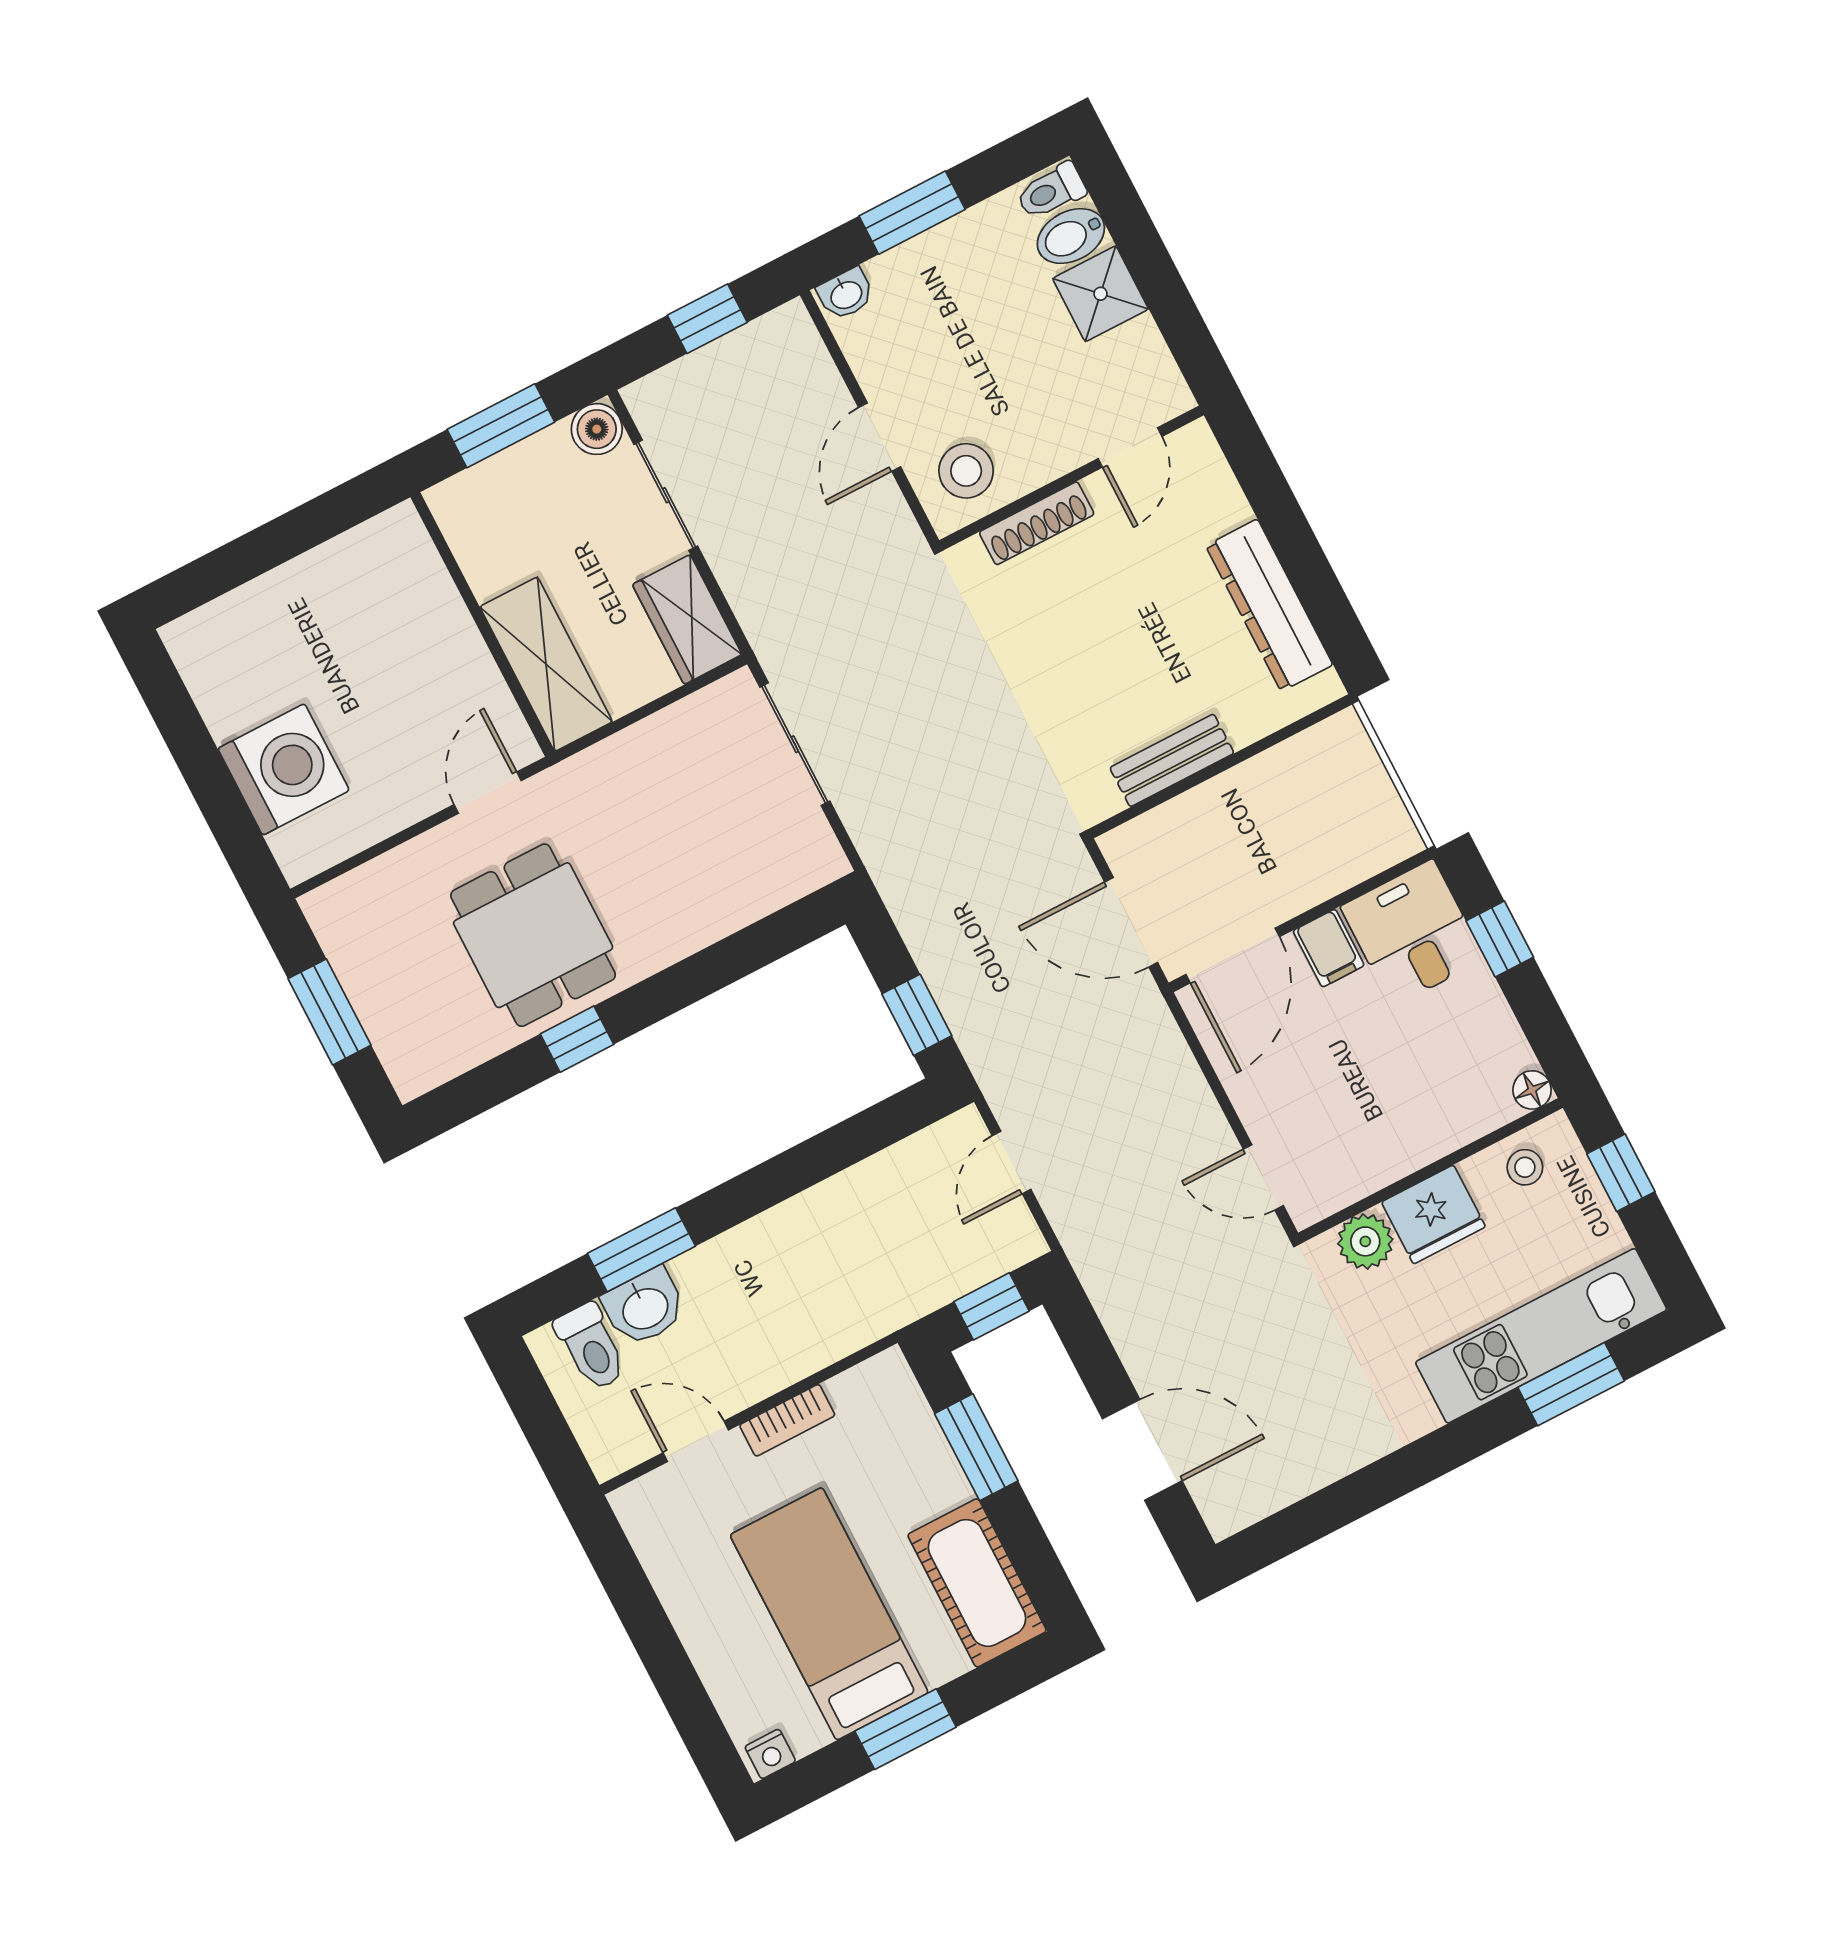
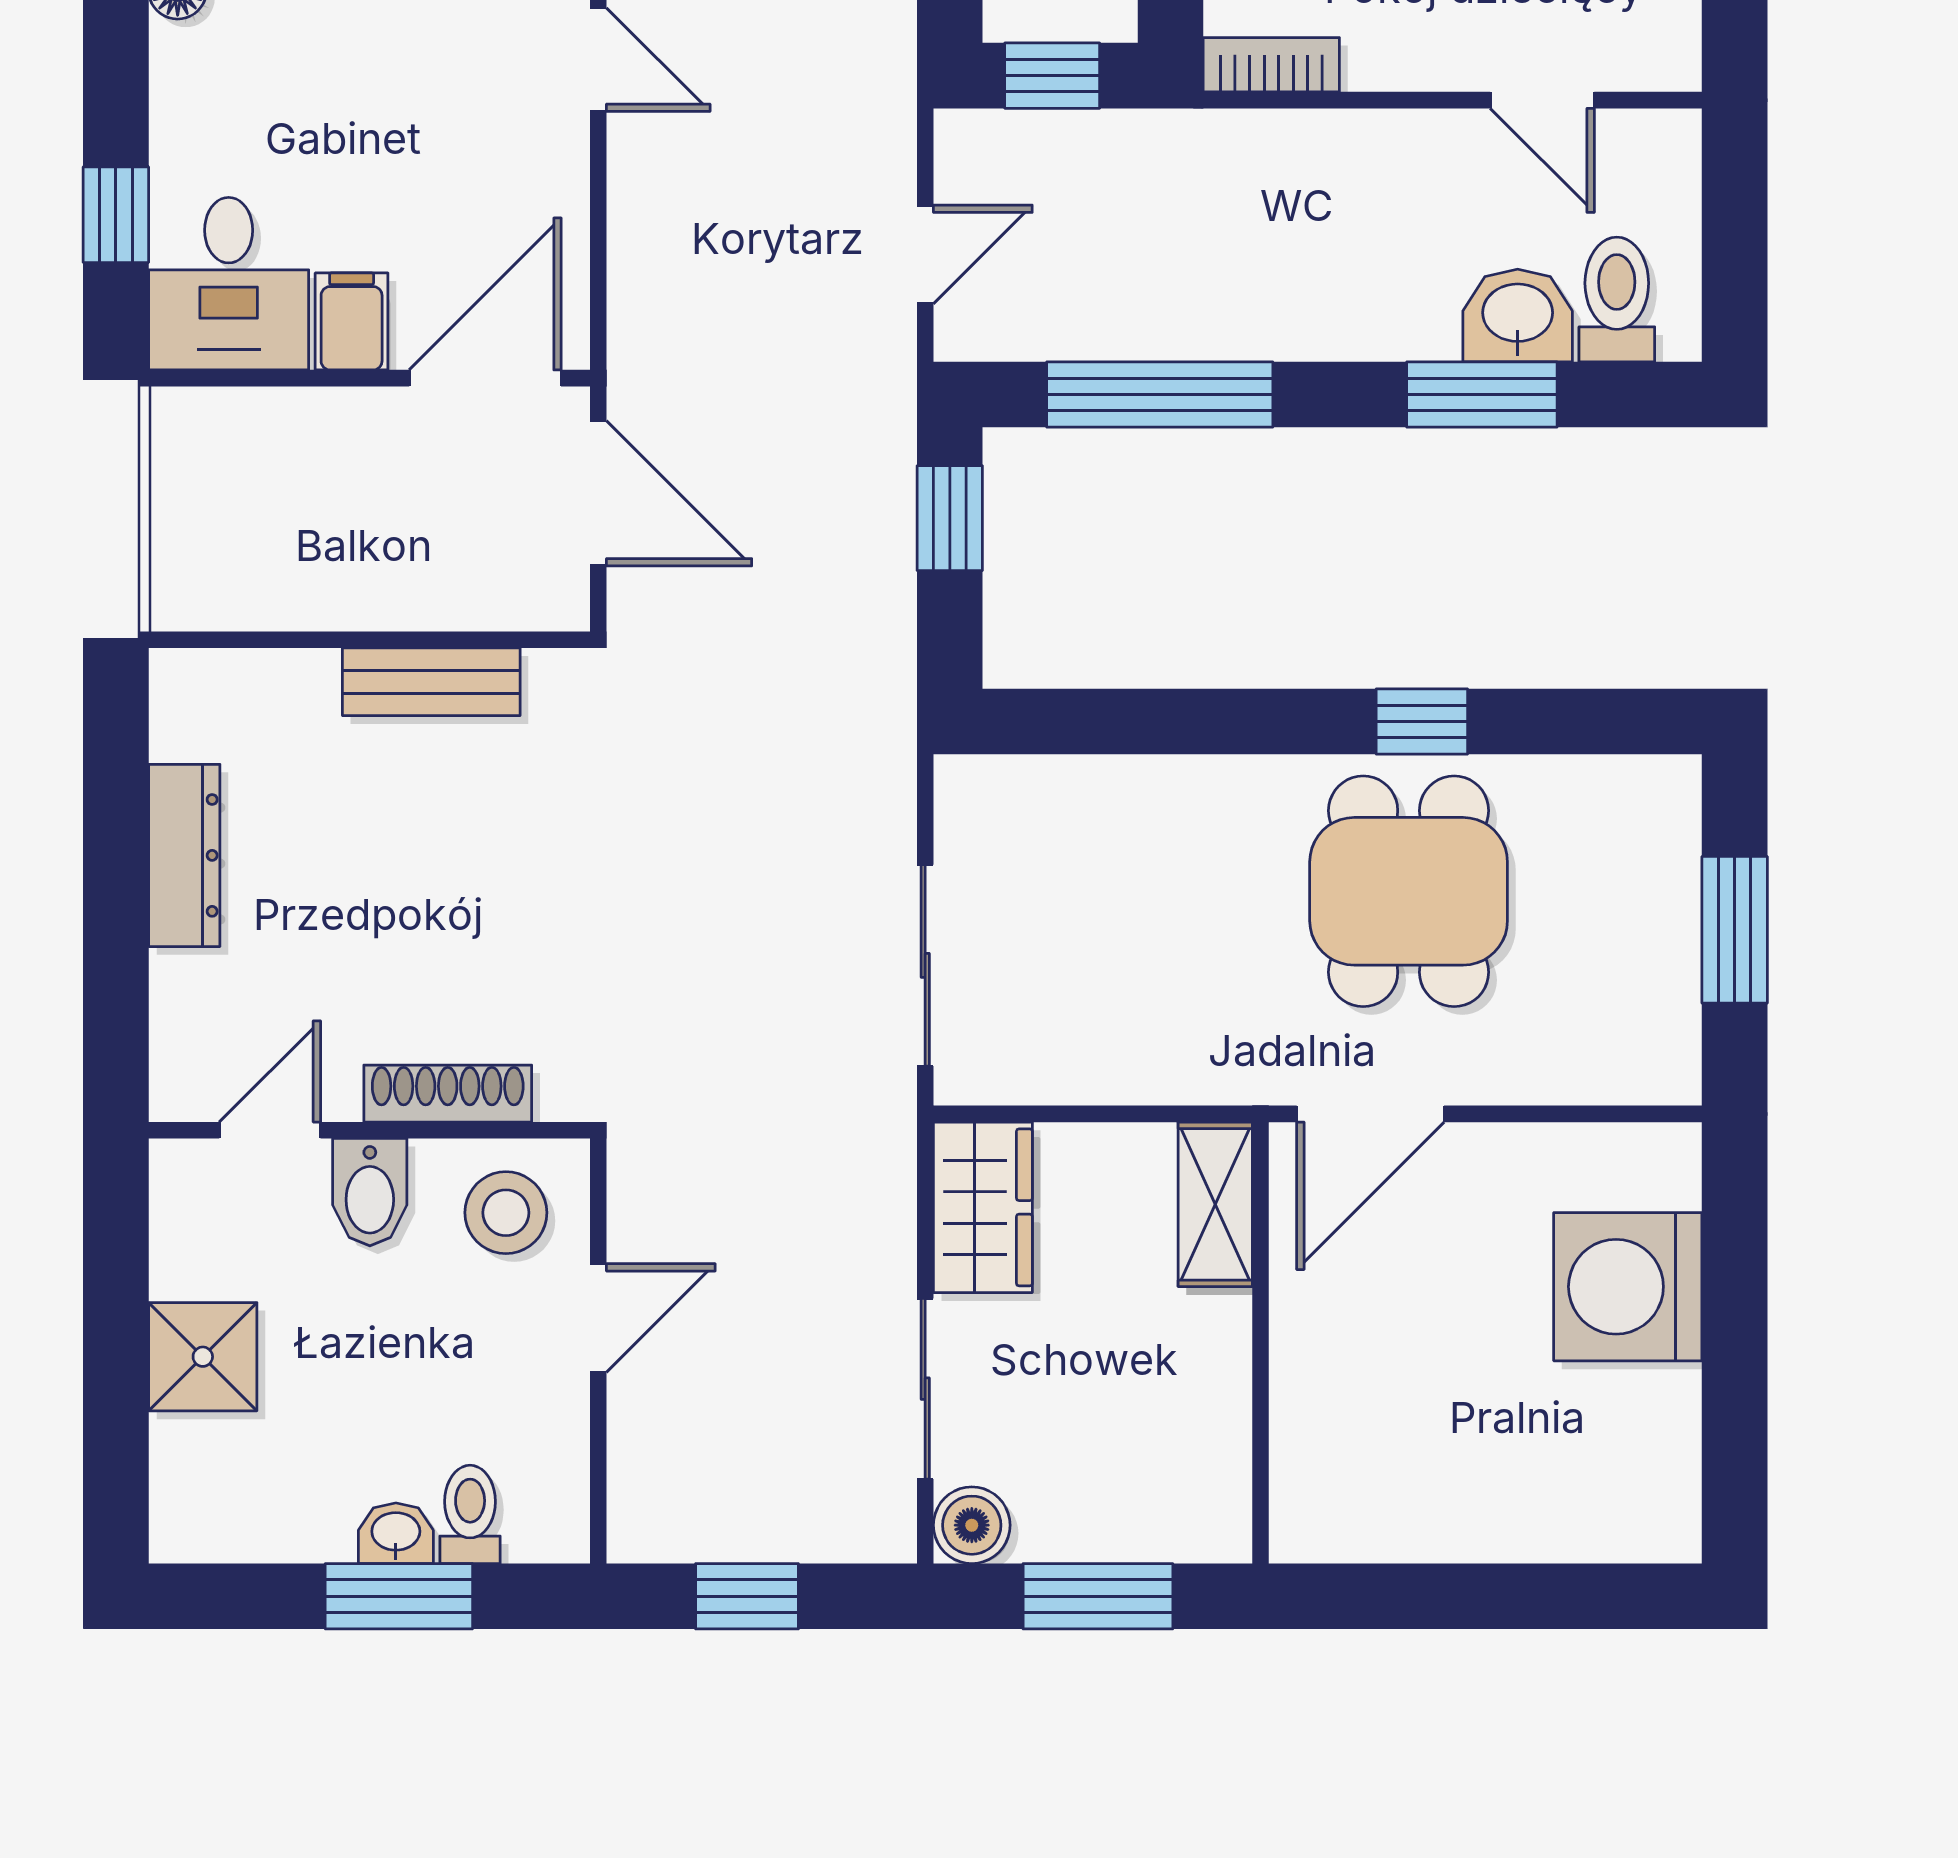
toilet: (1051, 191) -> (470, 1514), moved, turned -90
bidet: (1071, 236) -> (370, 1192), moved, turned 90
washbasin: (846, 294) -> (396, 1533), moved
dresser: (1269, 605) -> (184, 855), width x0.73, depth x0.80
shelving: (546, 664) -> (1215, 1204), width x0.67, depth x0.75
door: (488, 793) -> (1370, 1114), width x1.37
window: (831, 1152) -> (1160, 394), added
bookcase: (787, 1420) -> (1271, 65), moved

